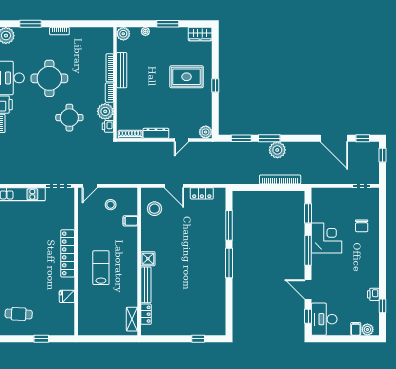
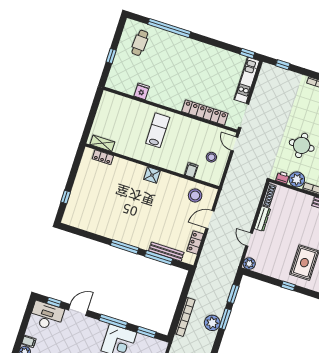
locker: (68, 253) -> (205, 112), moved
lab bench: (101, 268) -> (158, 130), turned -90
bench: (146, 285) -> (166, 252), moved

